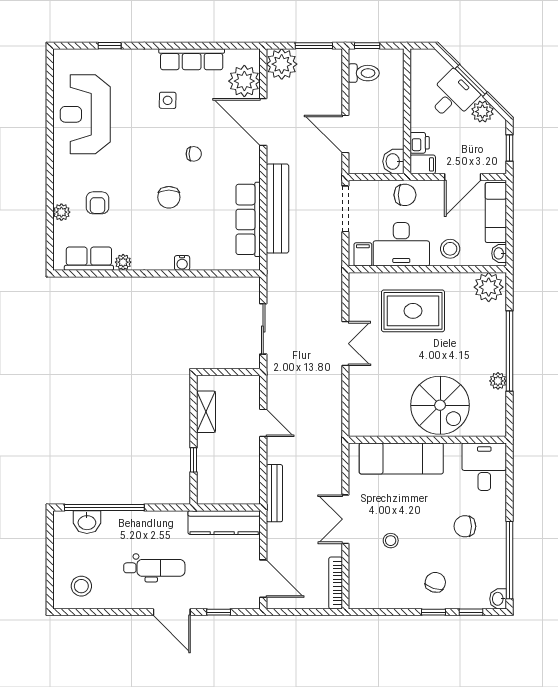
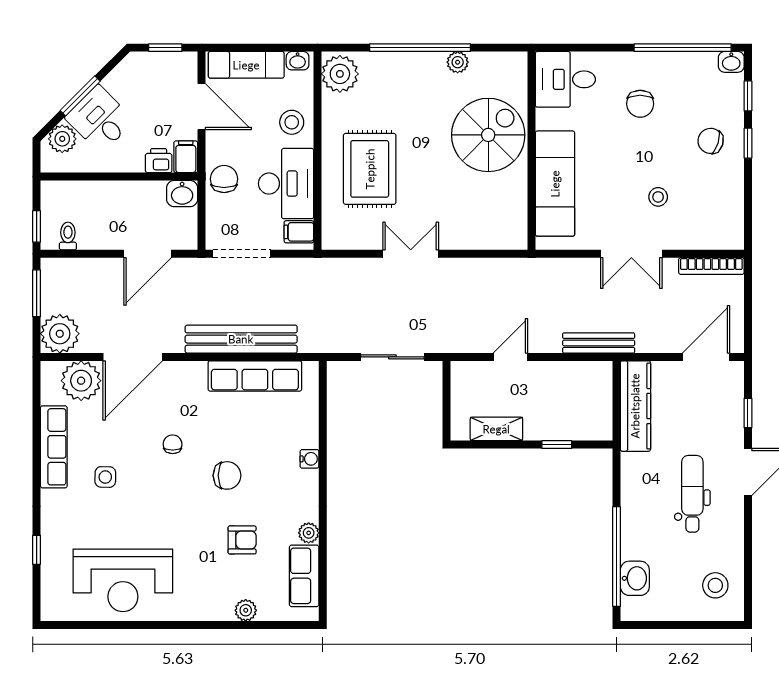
toilet: (364, 73) -> (68, 236), width x0.73, depth x0.72
plant: (482, 112) -> (62, 139), moved
armchair: (97, 203) -> (242, 540), moved

